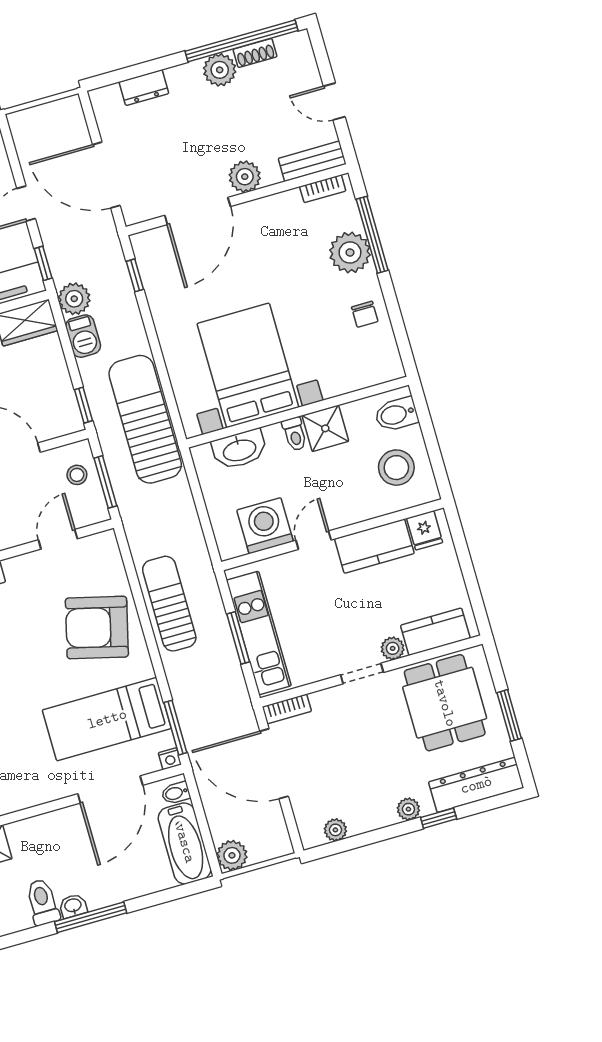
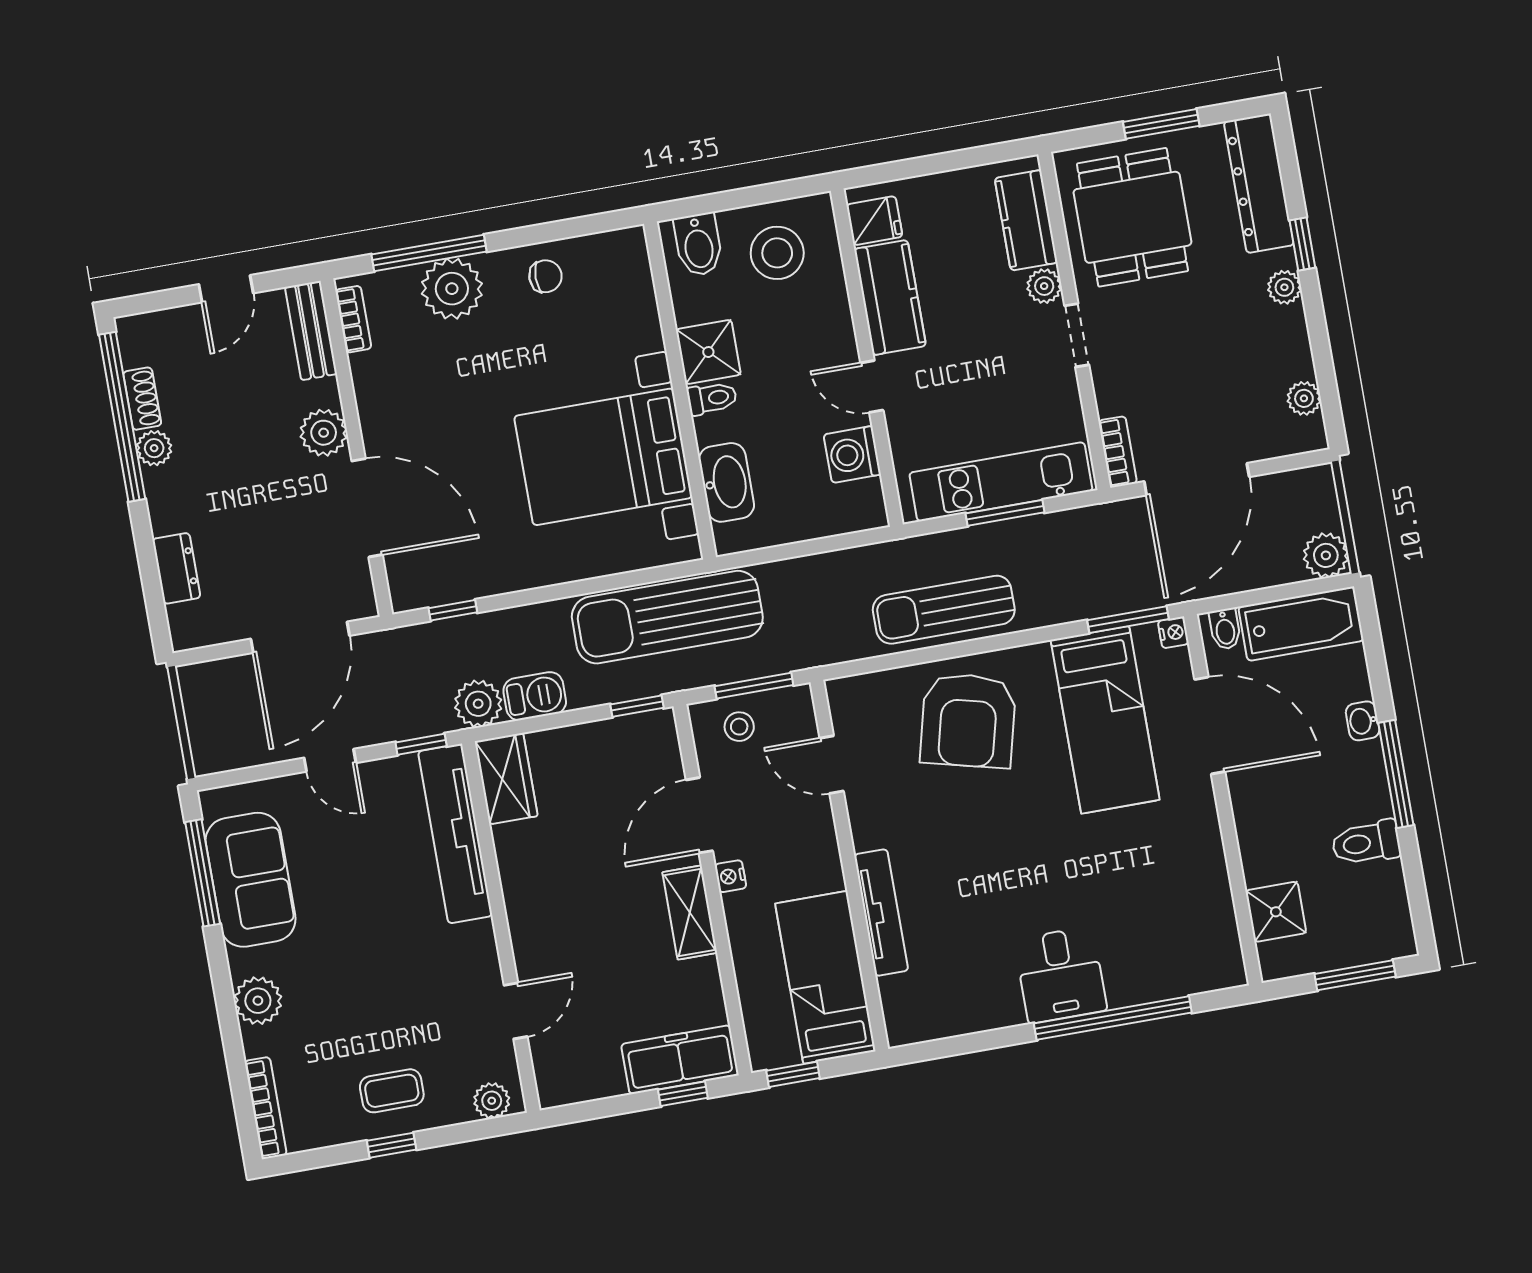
plant: (220, 70) -> (154, 448), width x0.73, depth x0.73
washing machine: (265, 526) -> (852, 454), width x0.73, depth x0.73
dining table: (445, 703) -> (1132, 217), turned 90
washbasin: (73, 906) -> (1363, 721), moved

